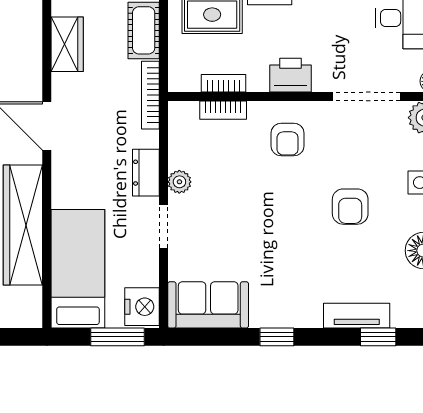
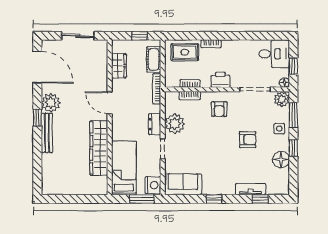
plant: (179, 182) -> (175, 124), width x1.87, depth x1.87
armchair: (350, 207) -> (248, 140), turned -90

